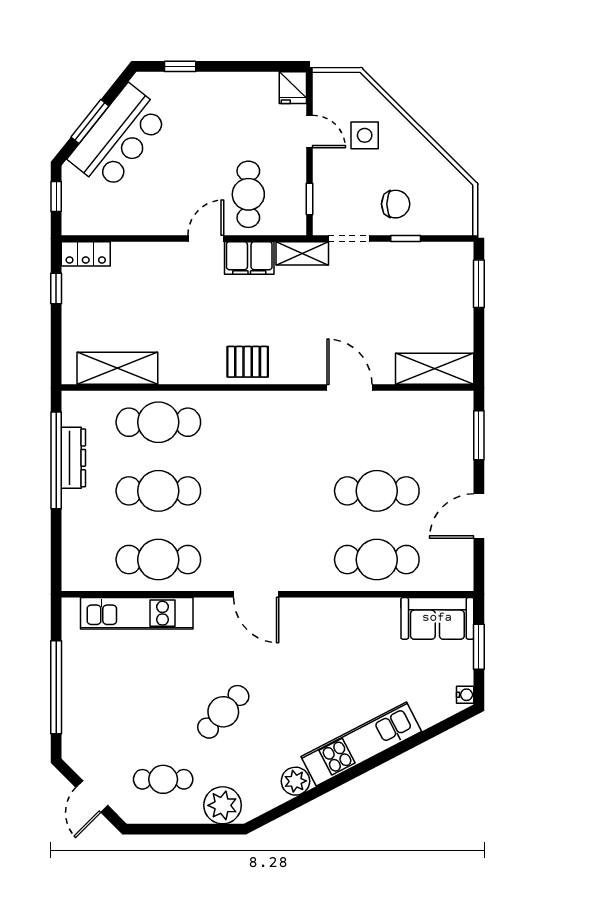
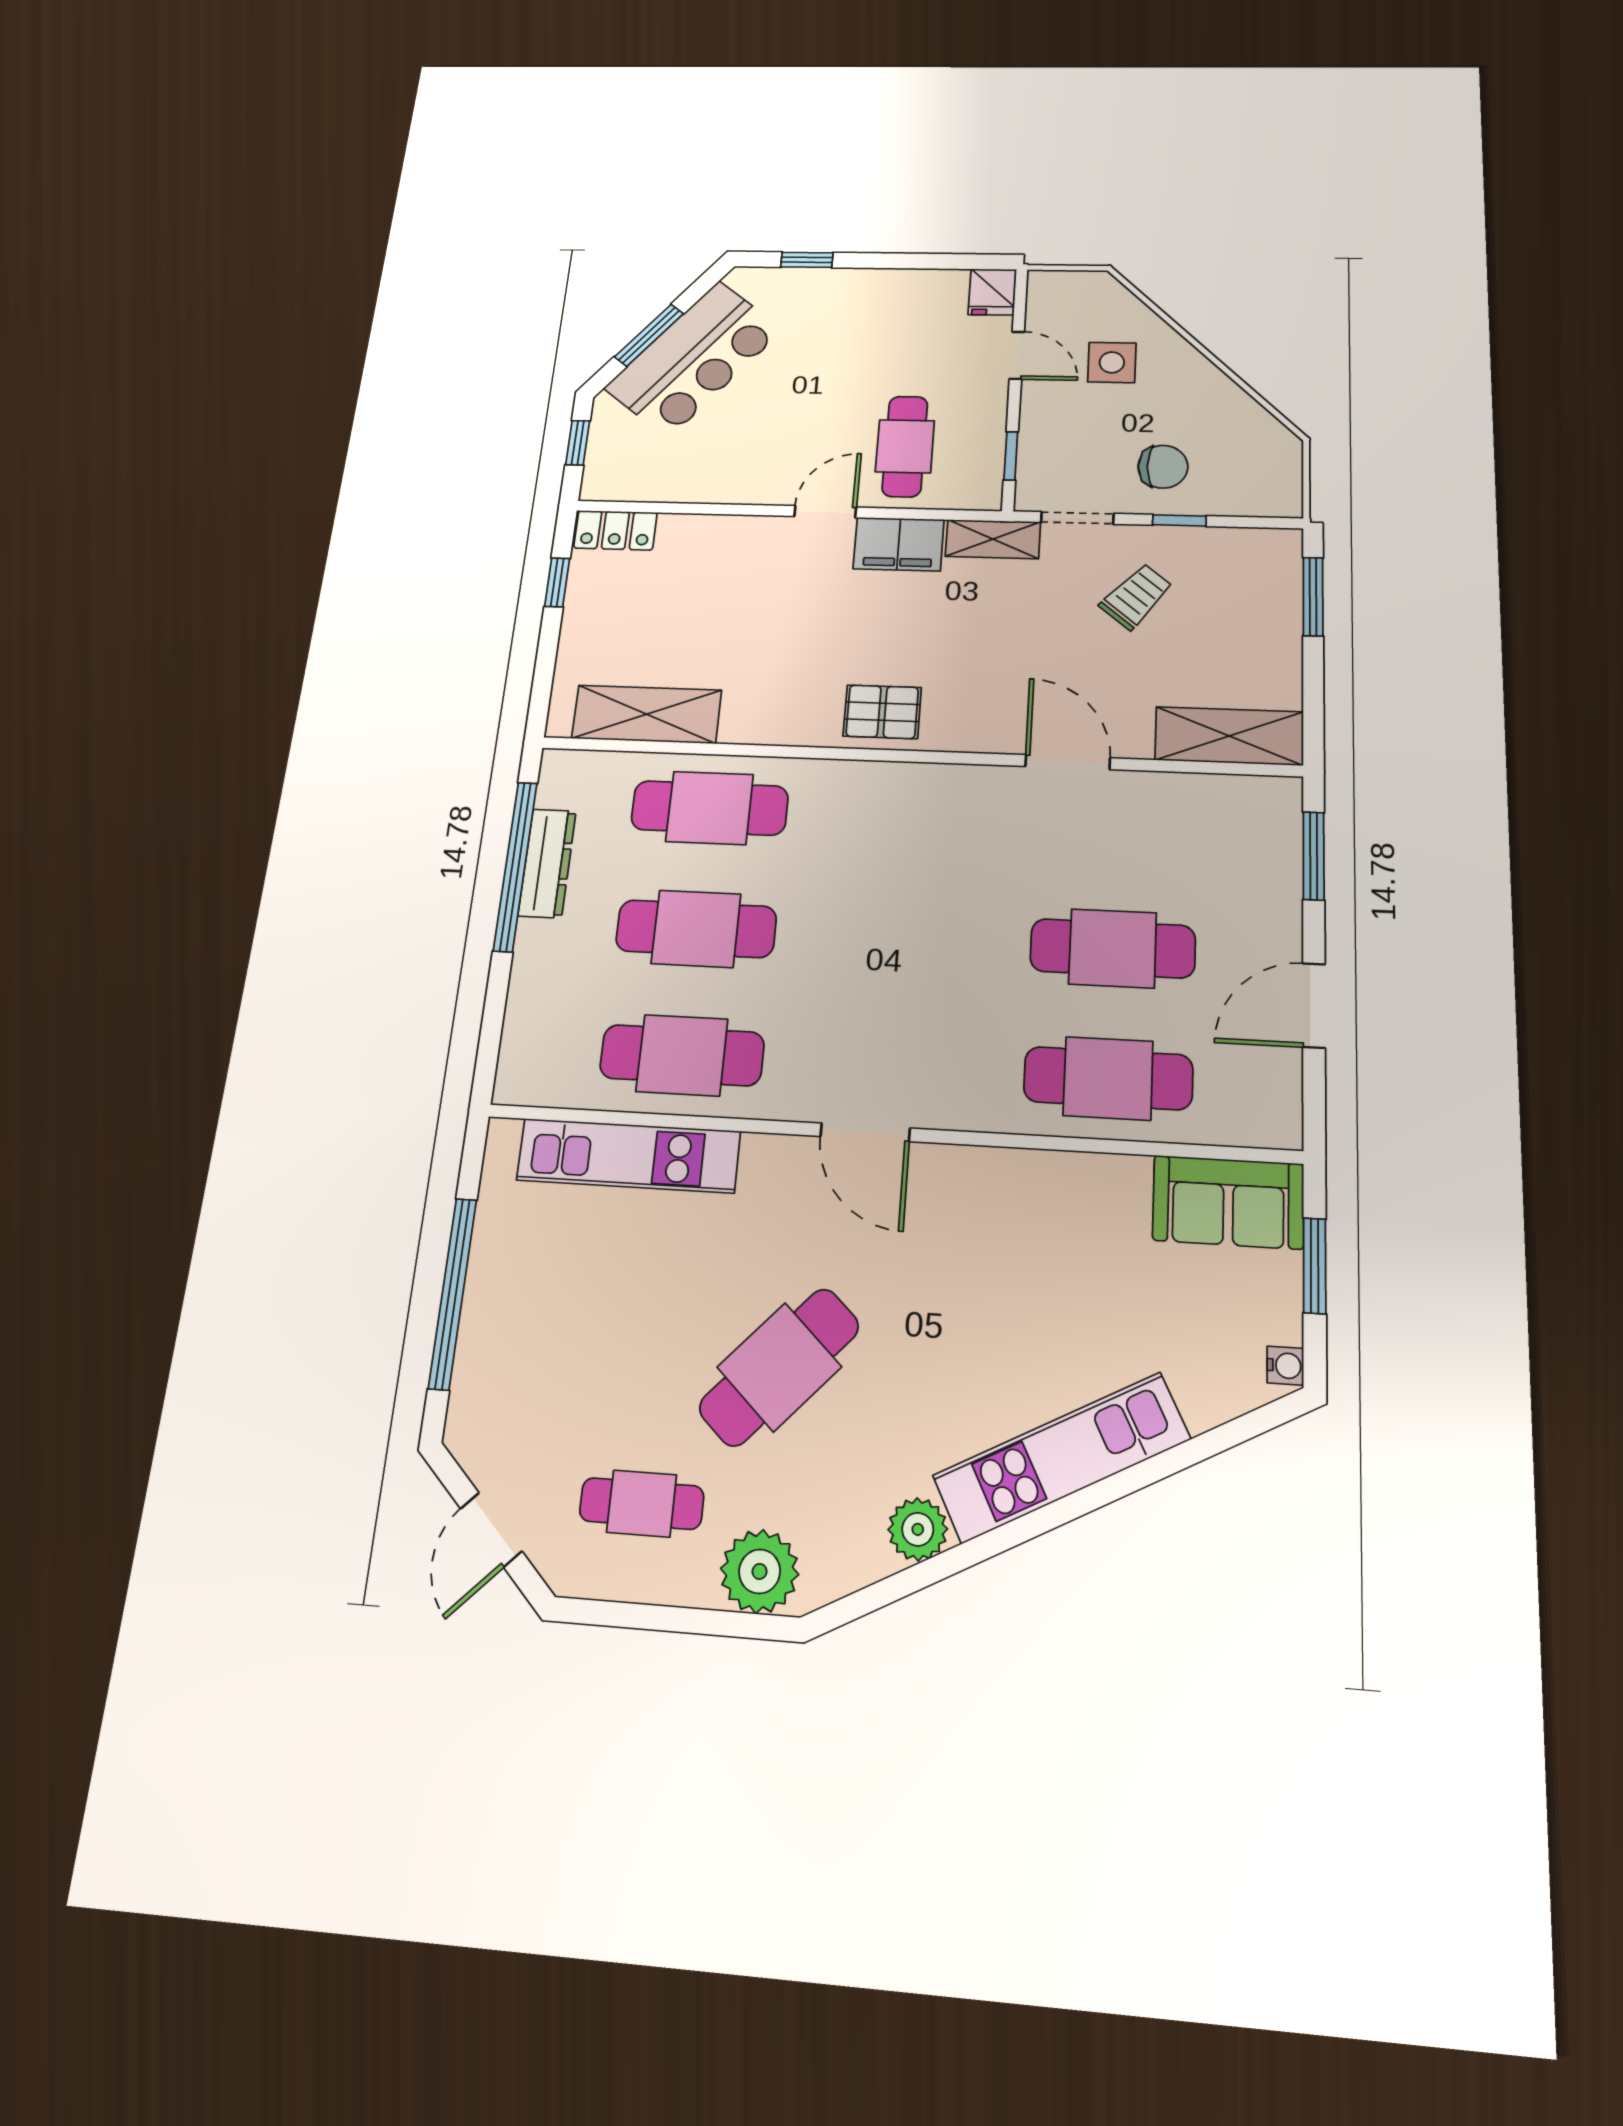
trolley: (383, 287) -> (1136, 596), added
cafe table: (223, 712) -> (779, 1367), width x1.37, depth x1.35

